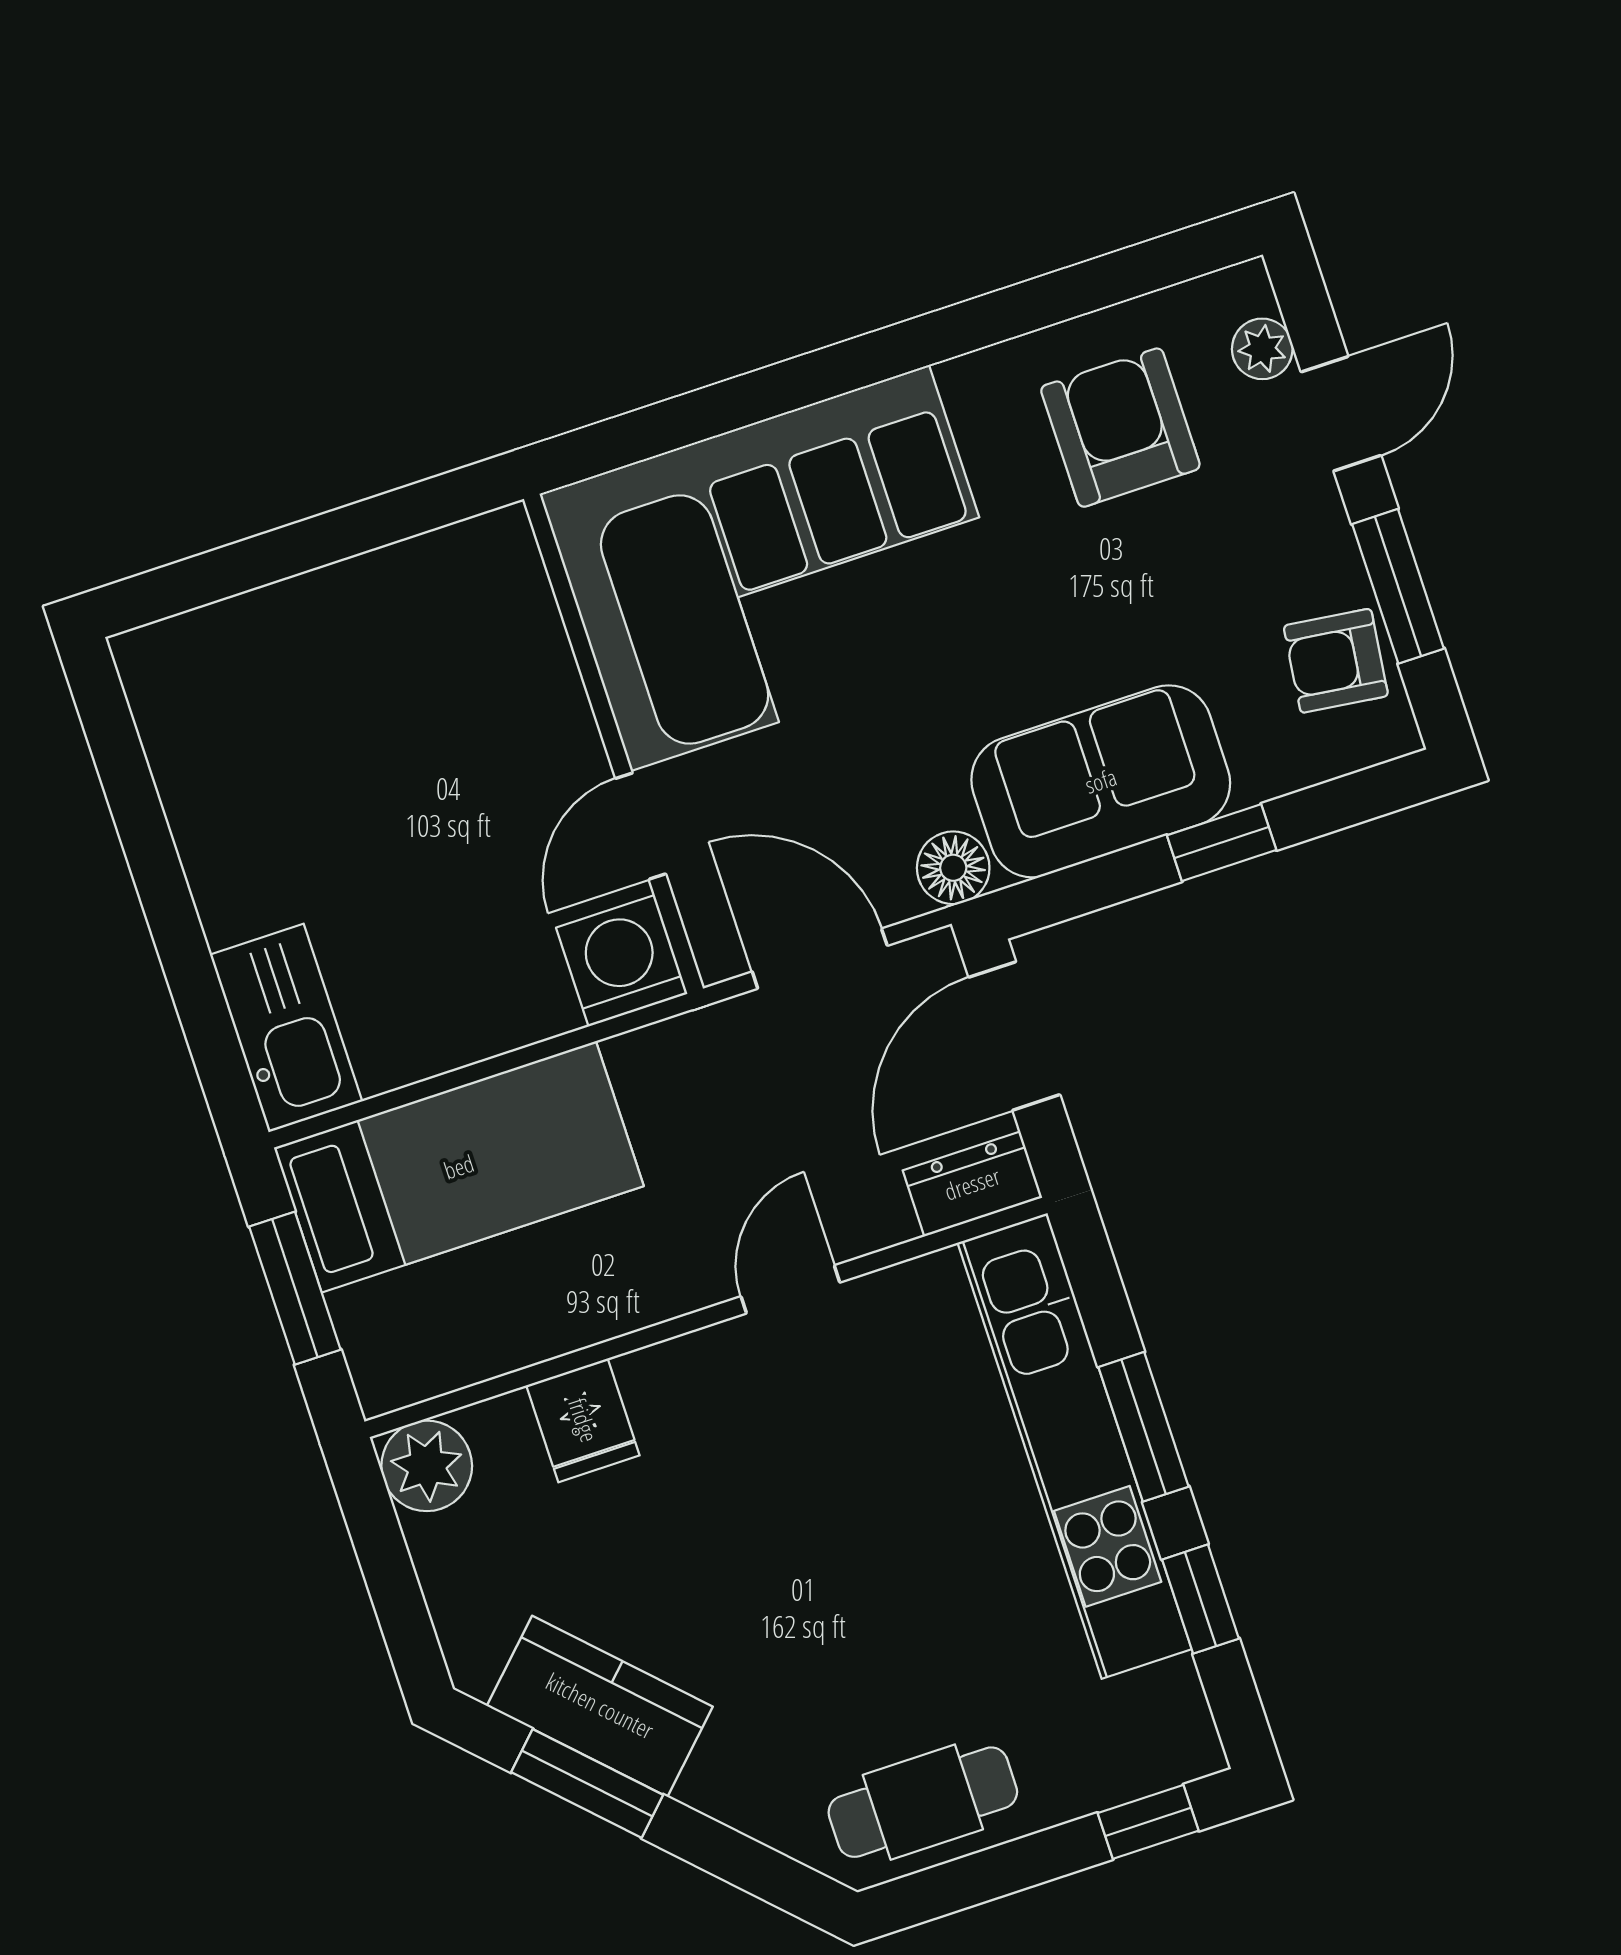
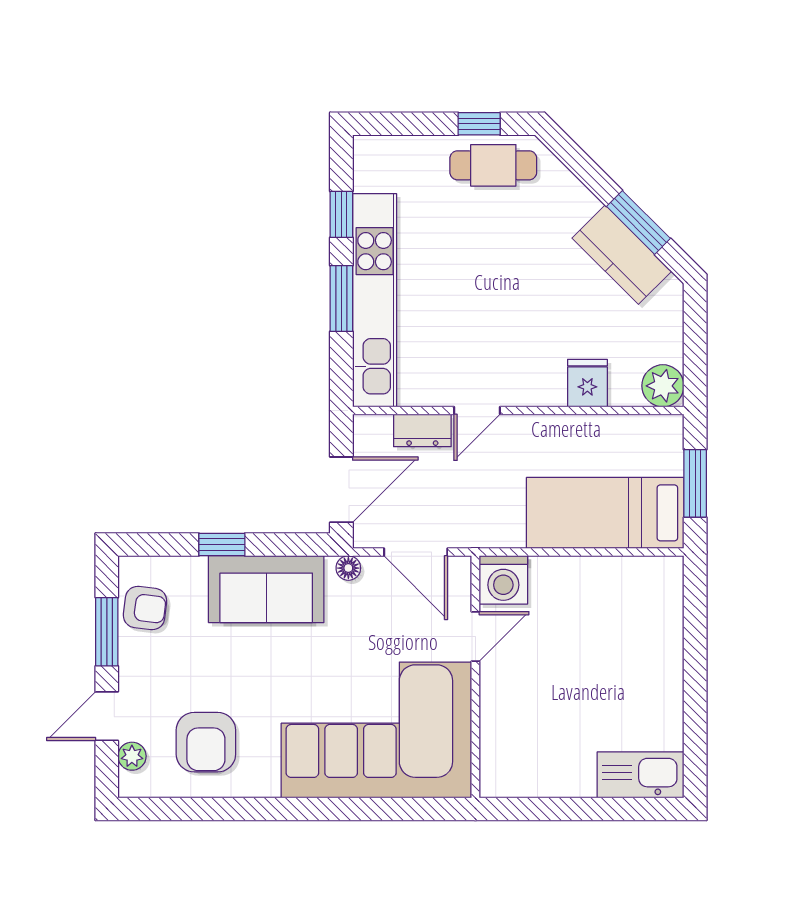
floor lamp: (953, 868) -> (348, 568), width x0.73, depth x0.73
kitchen sink: (286, 1028) -> (640, 775), moved, turned 90
dresser: (972, 1184) -> (422, 430), moved
window: (1148, 1822) -> (479, 124), moved

